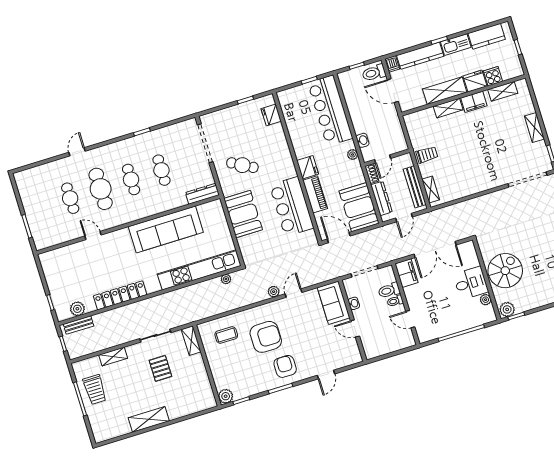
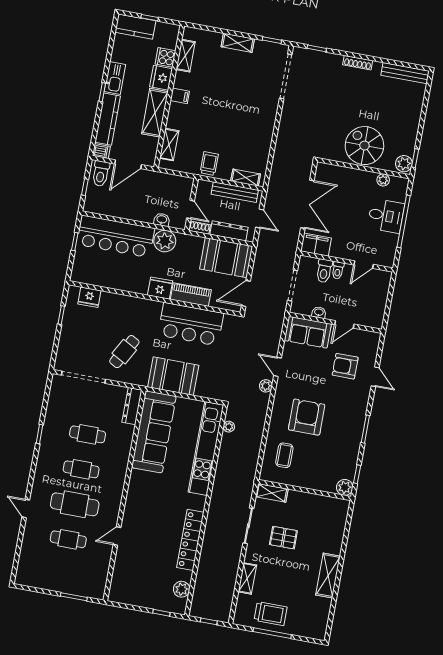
kitchen counter: (487, 36) -> (135, 27), moved, turned 90
filing cabinet: (474, 102) -> (180, 96), width x0.50
shelving: (448, 108) -> (169, 145), moved
plant: (353, 155) -> (165, 241), width x1.87, depth x1.87
sofa: (166, 229) -> (154, 432), moved
desk: (471, 283) -> (386, 216), moved, turned 90
bench: (79, 325) -> (198, 596), removed
armchair: (285, 366) -> (345, 366), moved

